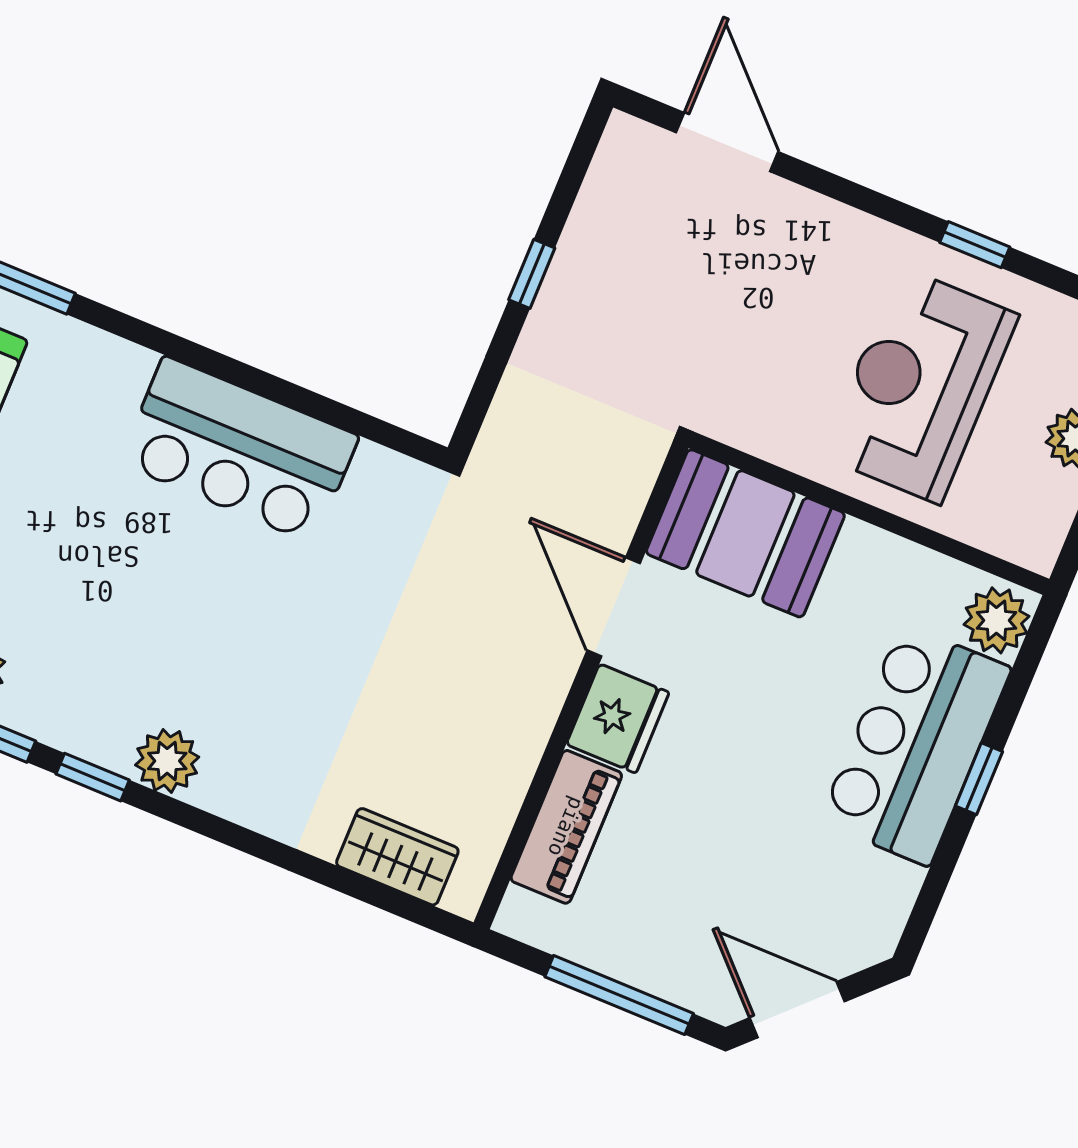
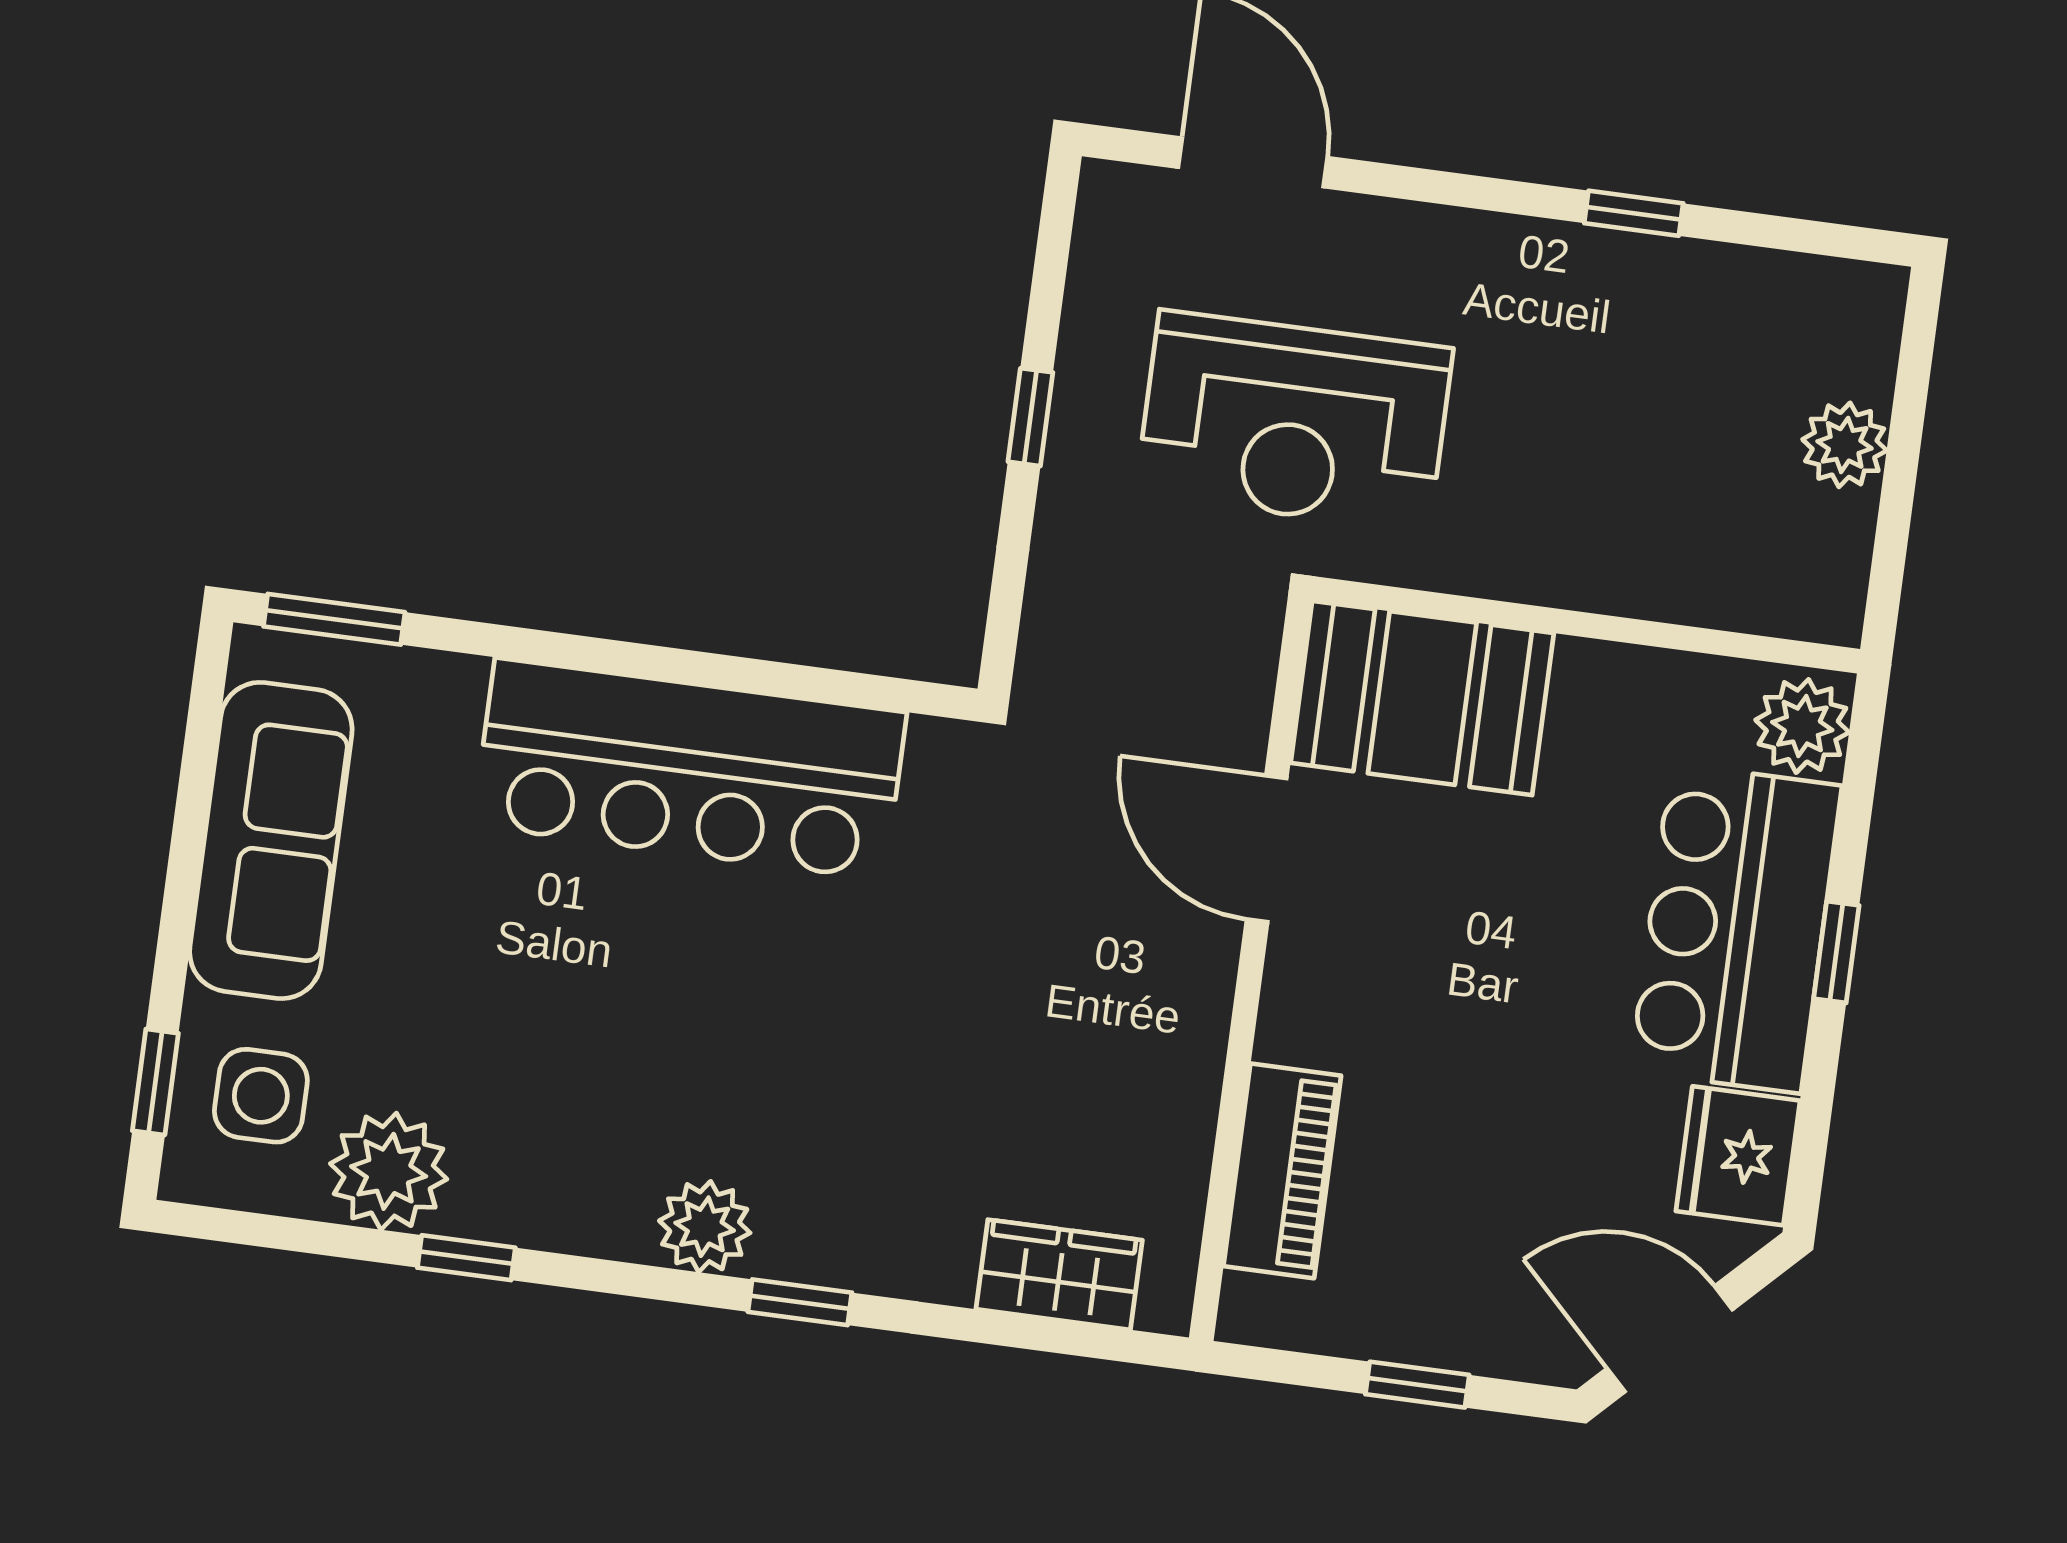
reception desk: (920, 385) -> (1294, 421), moved, turned -90
bar counter: (239, 450) -> (690, 769), width x1.36
fridge: (618, 718) -> (1738, 1156), moved, turned 180
window: (93, 777) -> (800, 1302), moved
window: (619, 995) -> (1417, 1385), width x0.46

